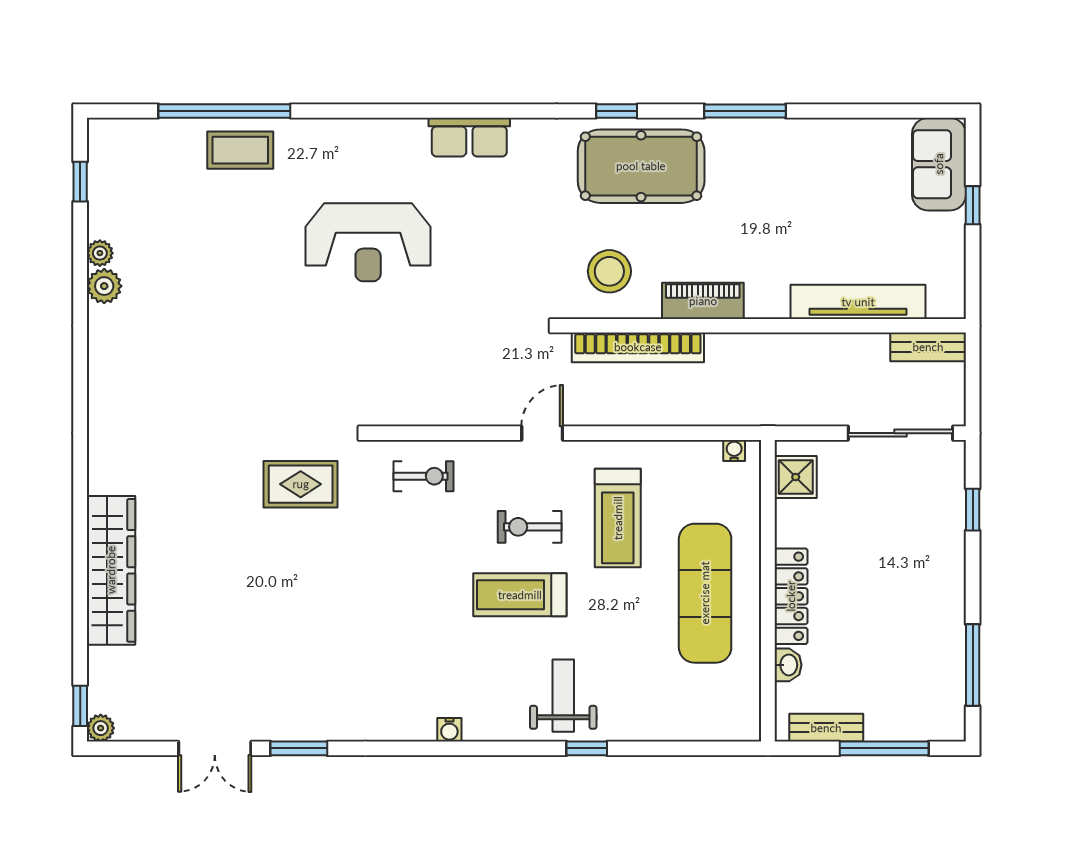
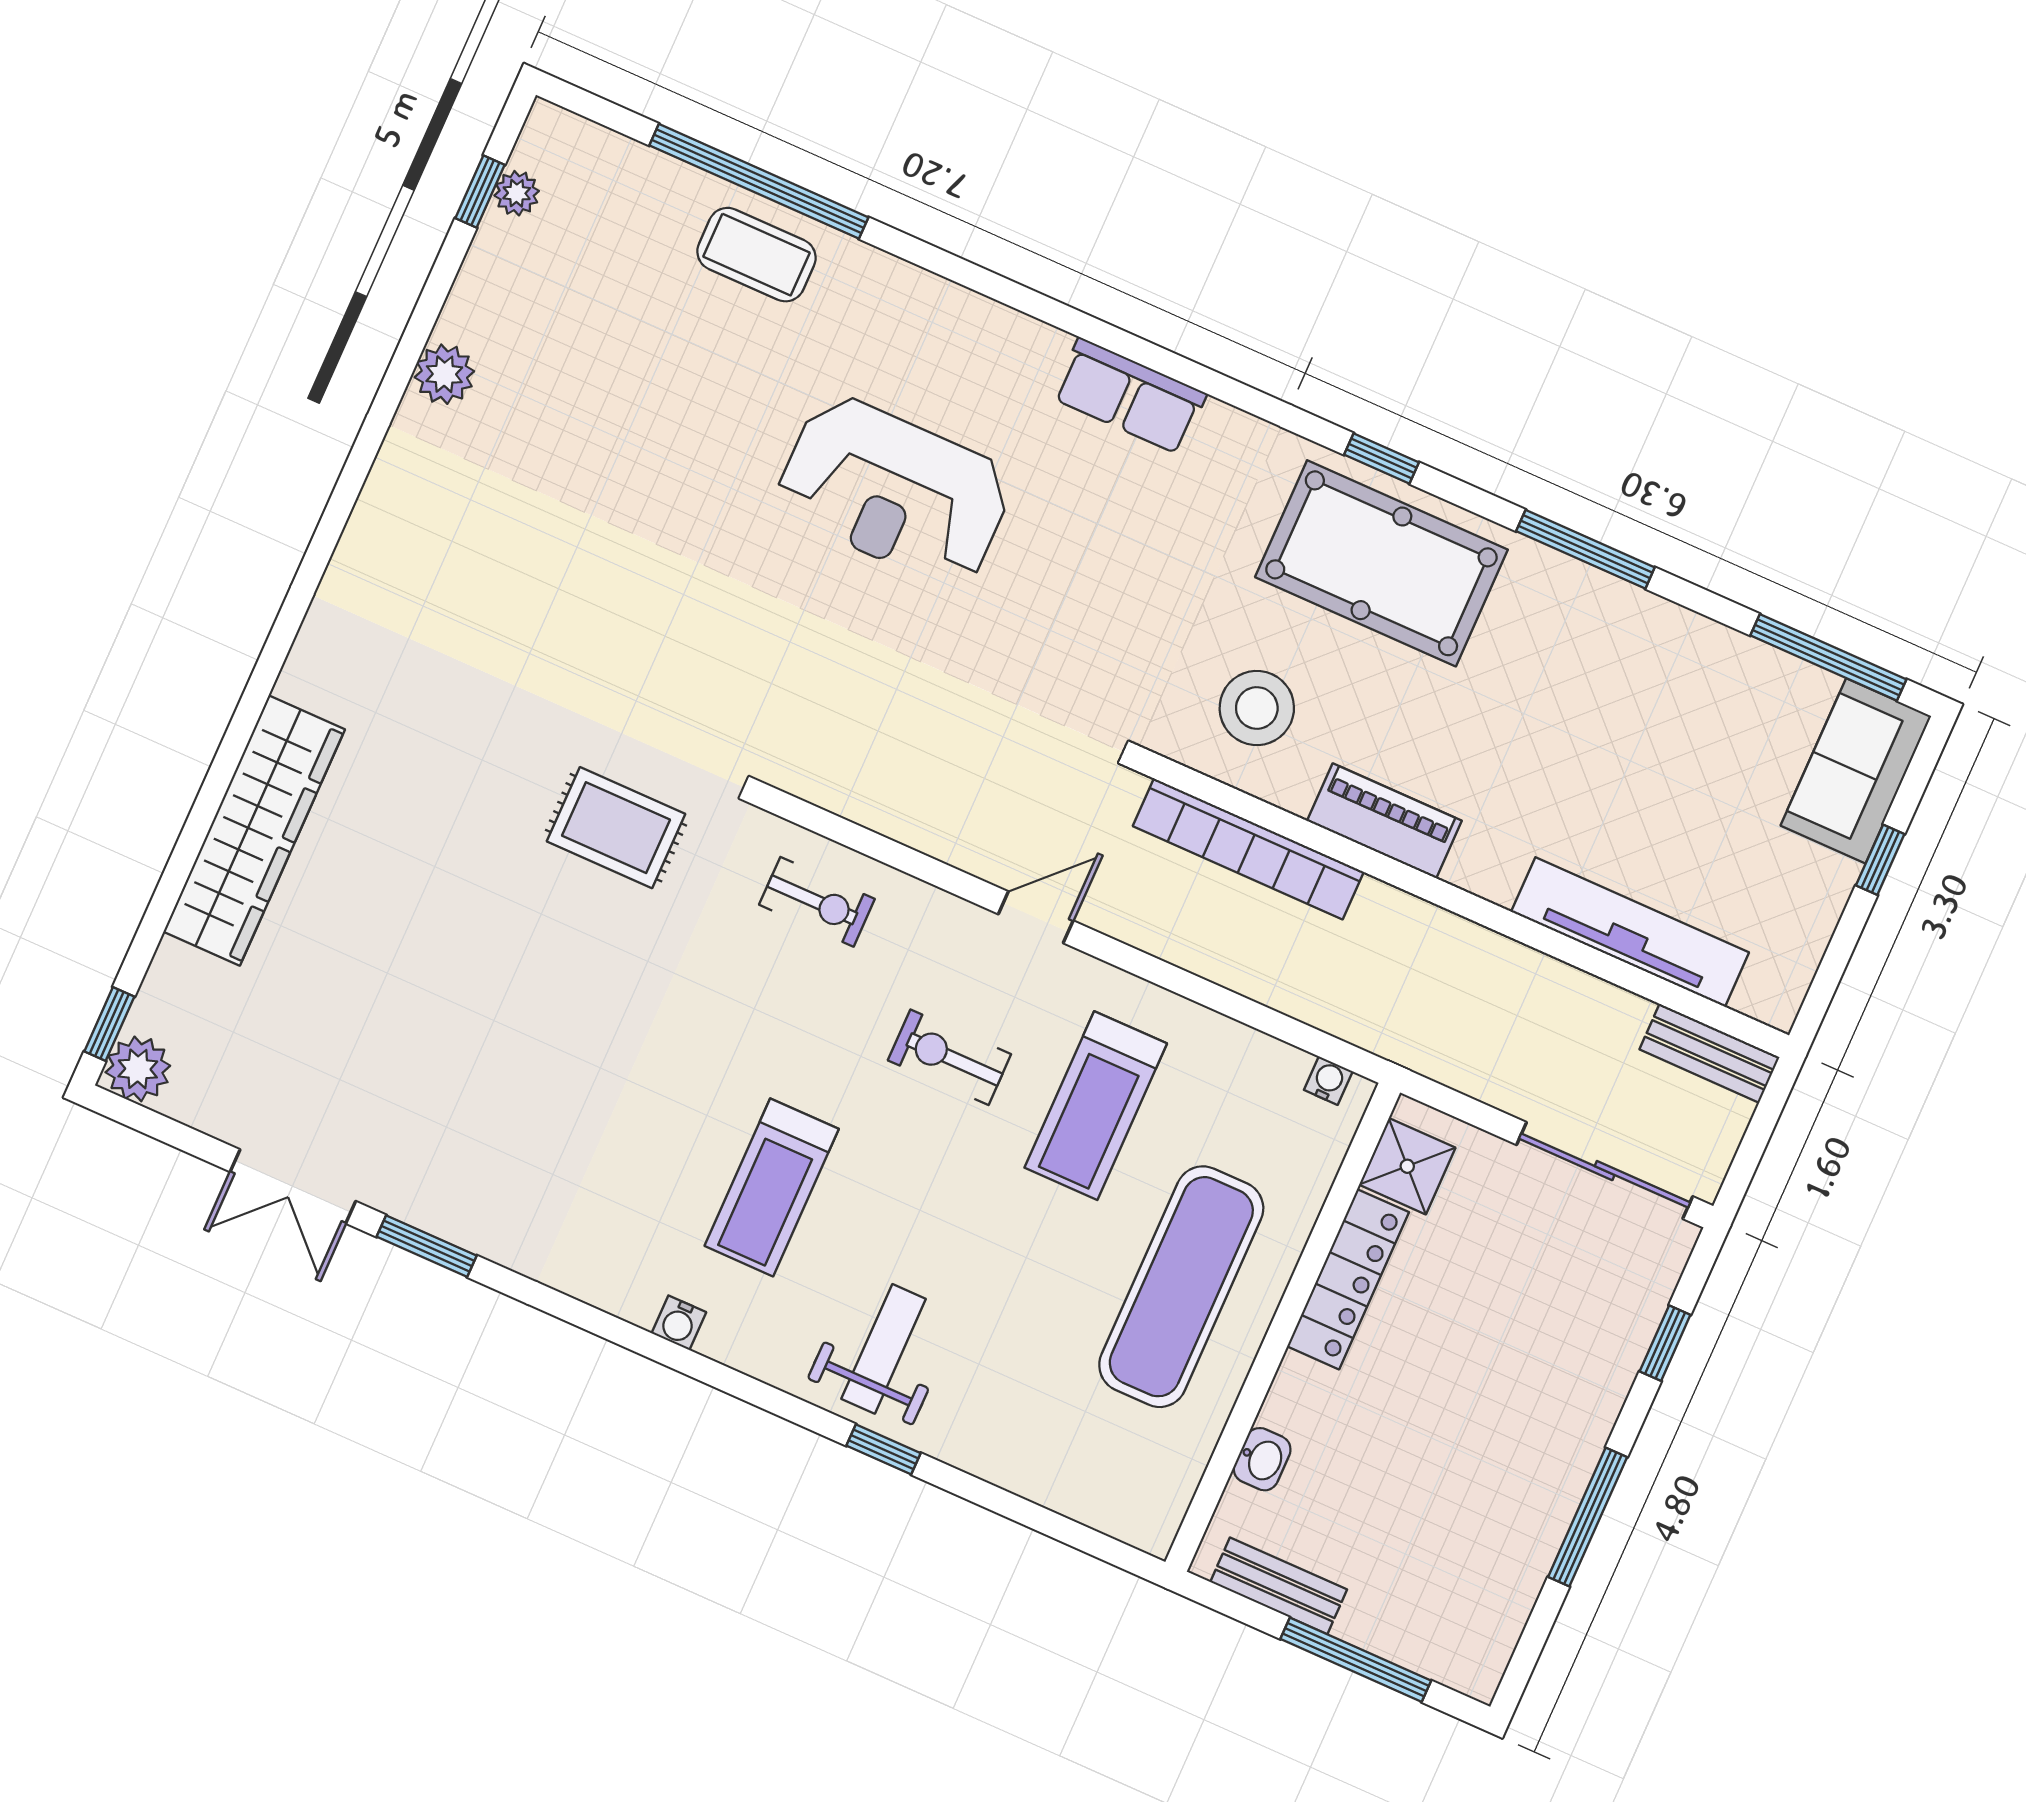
window: (898, 111) -> (1828, 657), added
plant: (100, 253) -> (517, 193), moved
treadmill: (520, 595) -> (772, 1187), moved, turned -90
locker: (791, 596) -> (1348, 1279), moved
window: (973, 665) -> (1588, 1517), moved
plant: (101, 728) -> (138, 1069), width x1.38, depth x1.38

